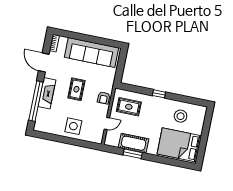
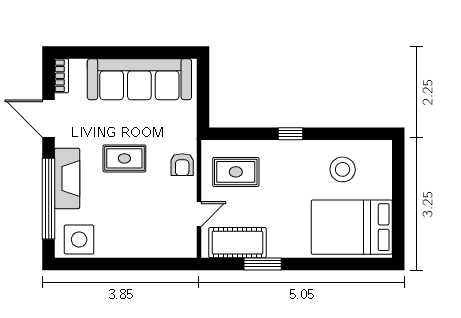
rug: (76, 89) -> (124, 158), turned 90
side table: (73, 126) -> (79, 239), moved
cot: (134, 143) -> (237, 243), moved

